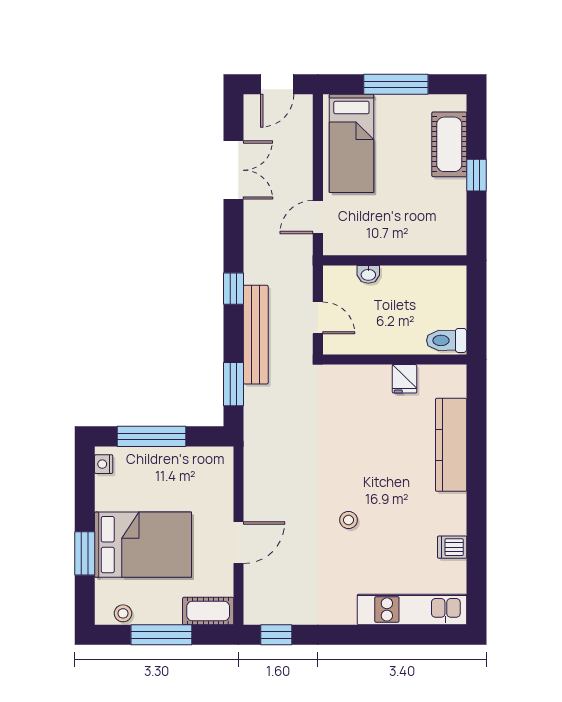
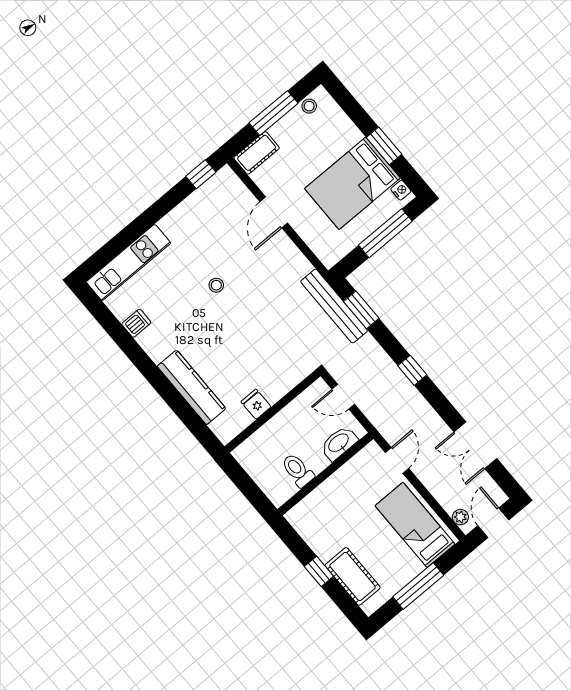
plant: (303, 115) -> (460, 517), added
washbasin: (368, 274) -> (339, 443), width x1.91, depth x1.45
bench: (256, 335) -> (334, 306), moved
toilet: (447, 340) -> (298, 470), moved, turned -90
bed: (143, 545) -> (352, 183), moved
window: (85, 553) -> (384, 146), moved

